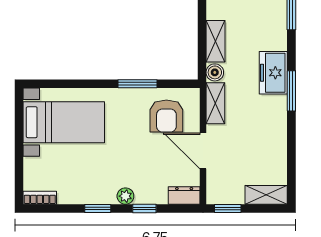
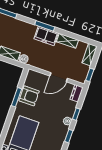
freezer: (273, 73) -> (46, 36), moved
shelving: (215, 103) -> (67, 41), moved
armchair: (166, 116) -> (29, 96), moved

